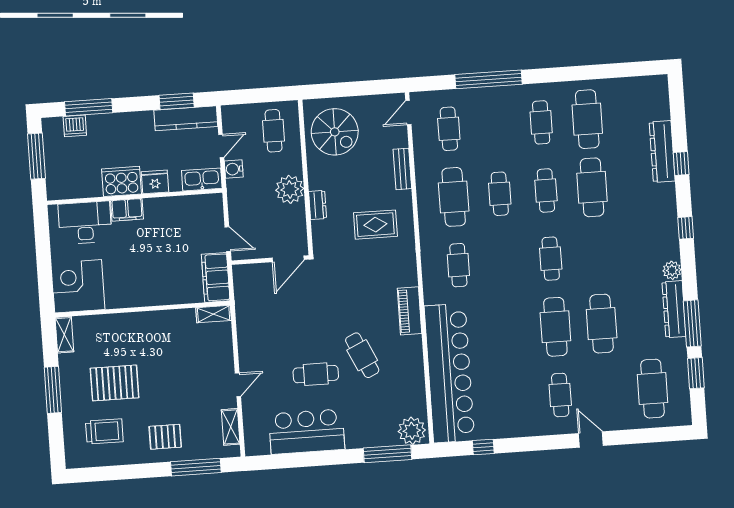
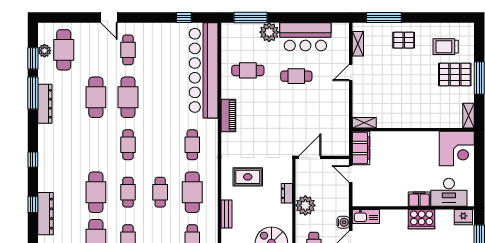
fridge: (155, 182) -> (463, 217), moved
plant: (672, 270) -> (44, 51), moved
cafe table: (362, 355) -> (248, 70), moved, turned -65
pallet: (115, 383) -> (455, 75), moved
plant: (412, 431) -> (269, 32), moved

